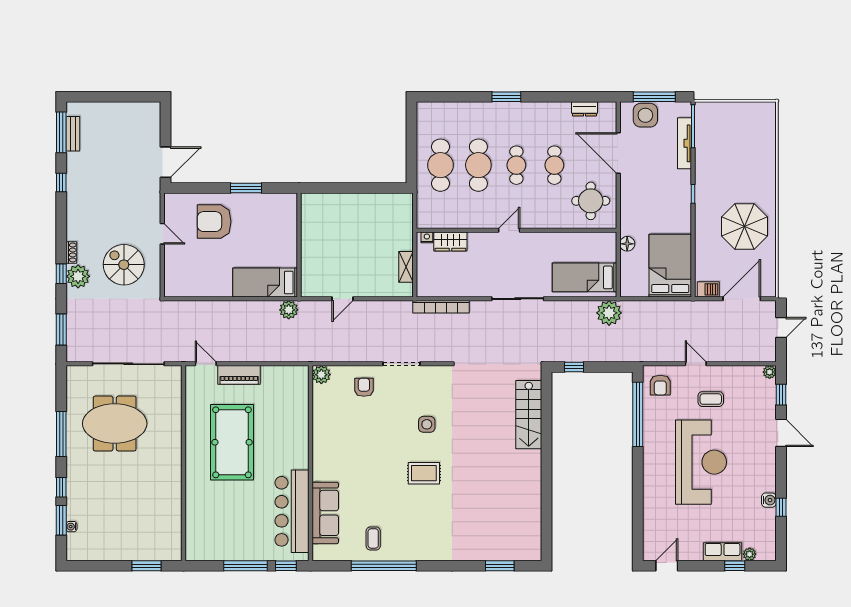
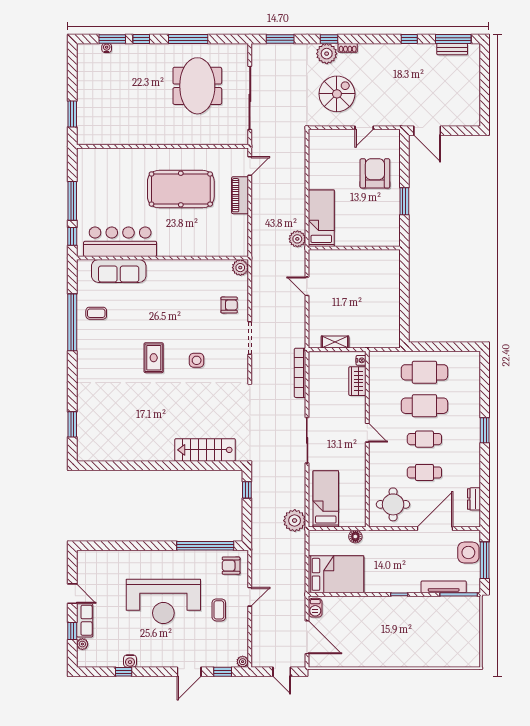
parasol: (745, 227) -> (370, 640), removed
door: (667, 566) -> (72, 594), moved

